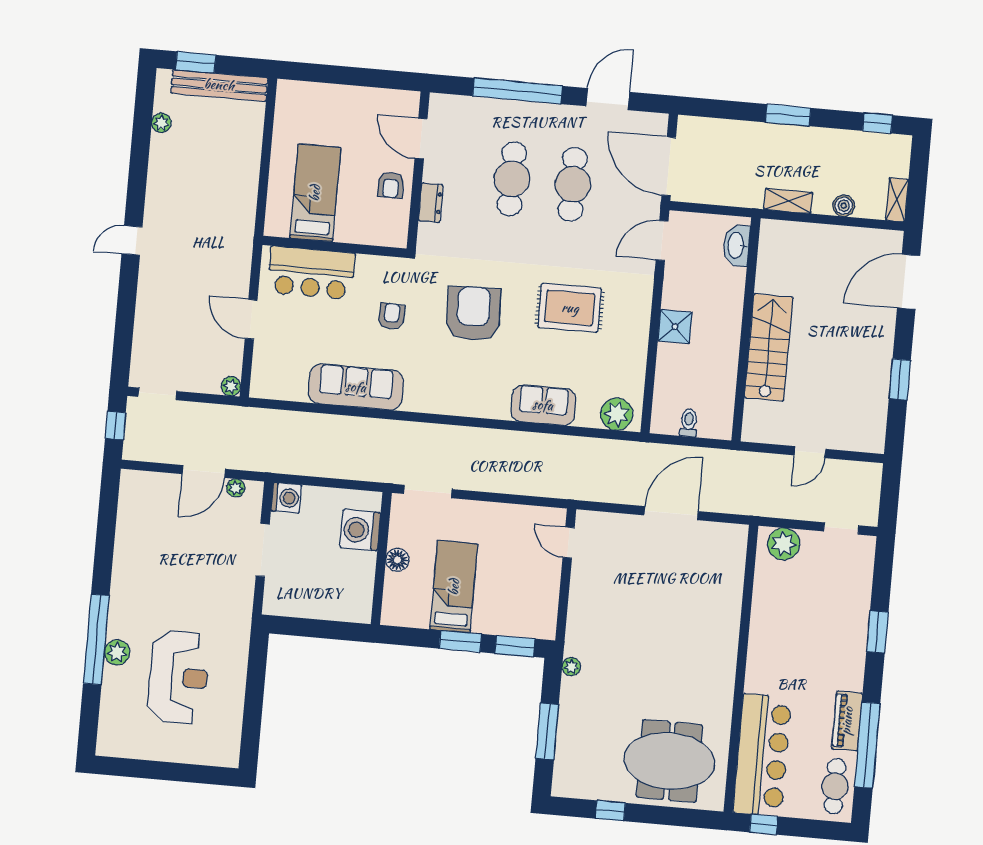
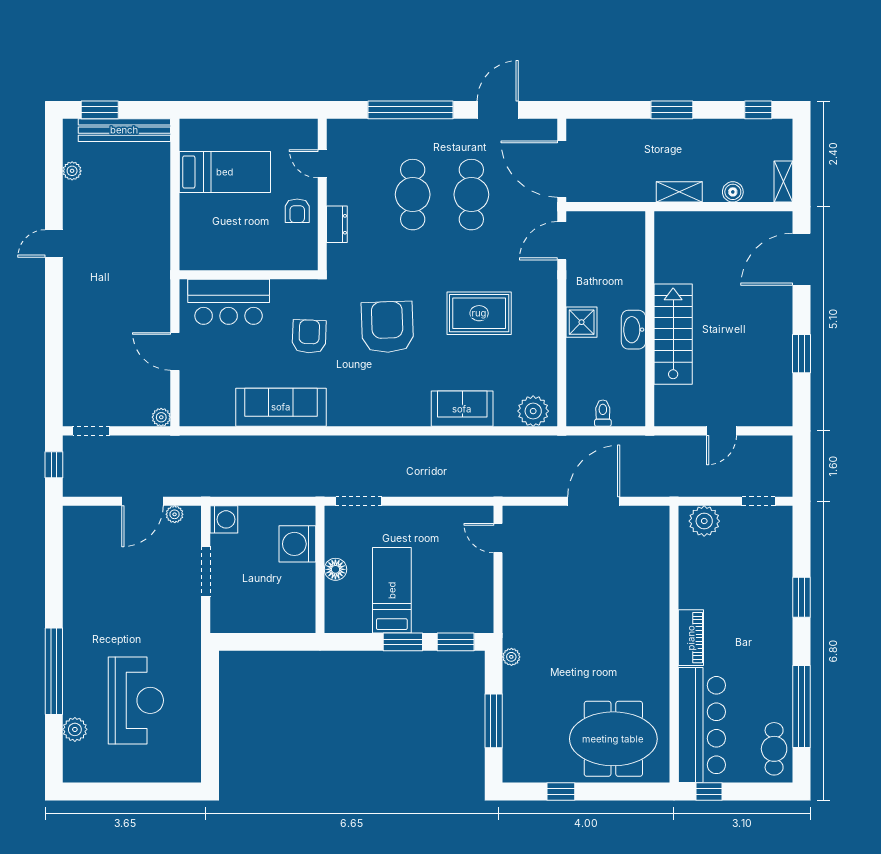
door: (421, 139) -> (322, 164), width x0.73
bed: (315, 193) -> (225, 172), moved, turned 90
door: (132, 240) -> (54, 243), moved
washbasin: (736, 245) -> (633, 330), moved
armchair: (392, 316) -> (309, 336), width x1.38, depth x1.38
plant: (117, 652) -> (75, 729), moved
piano: (847, 721) -> (691, 638), moved, turned 180

